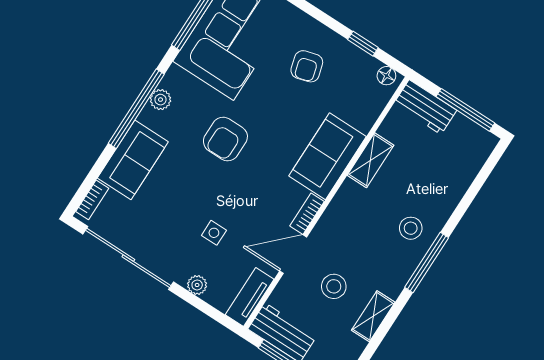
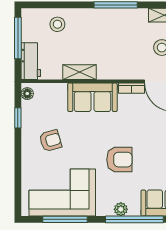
stool: (411, 228) -> (57, 24), moved

